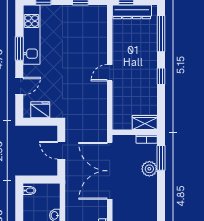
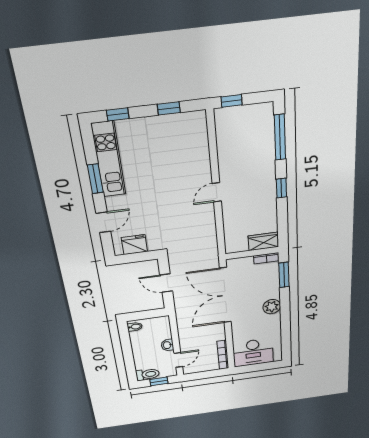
dresser: (132, 12) -> (240, 114), removed
plant: (149, 169) -> (272, 307), moved

